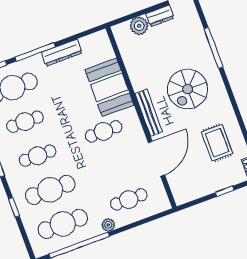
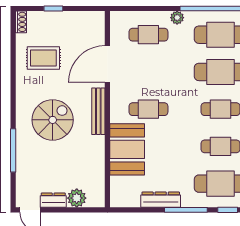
rug: (217, 143) -> (43, 58), turned 90

